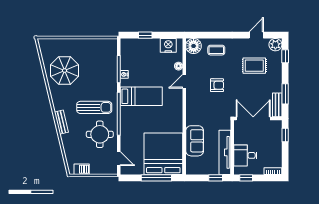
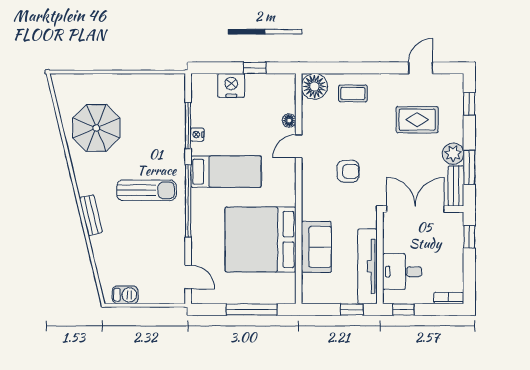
window: (145, 35) -> (255, 68), moved
nightstand: (168, 45) -> (231, 85), moved
plant: (275, 45) -> (453, 154), moved
armchair: (217, 85) -> (348, 171), moved
round table: (100, 134) -> (156, 236), removed
bed: (163, 154) -> (261, 239), moved, turned -90

